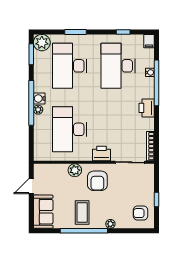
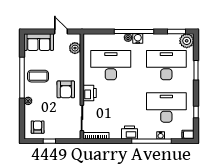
plant: (75, 170) -> (75, 48), moved
armchair: (97, 181) -> (66, 89), turned -90

